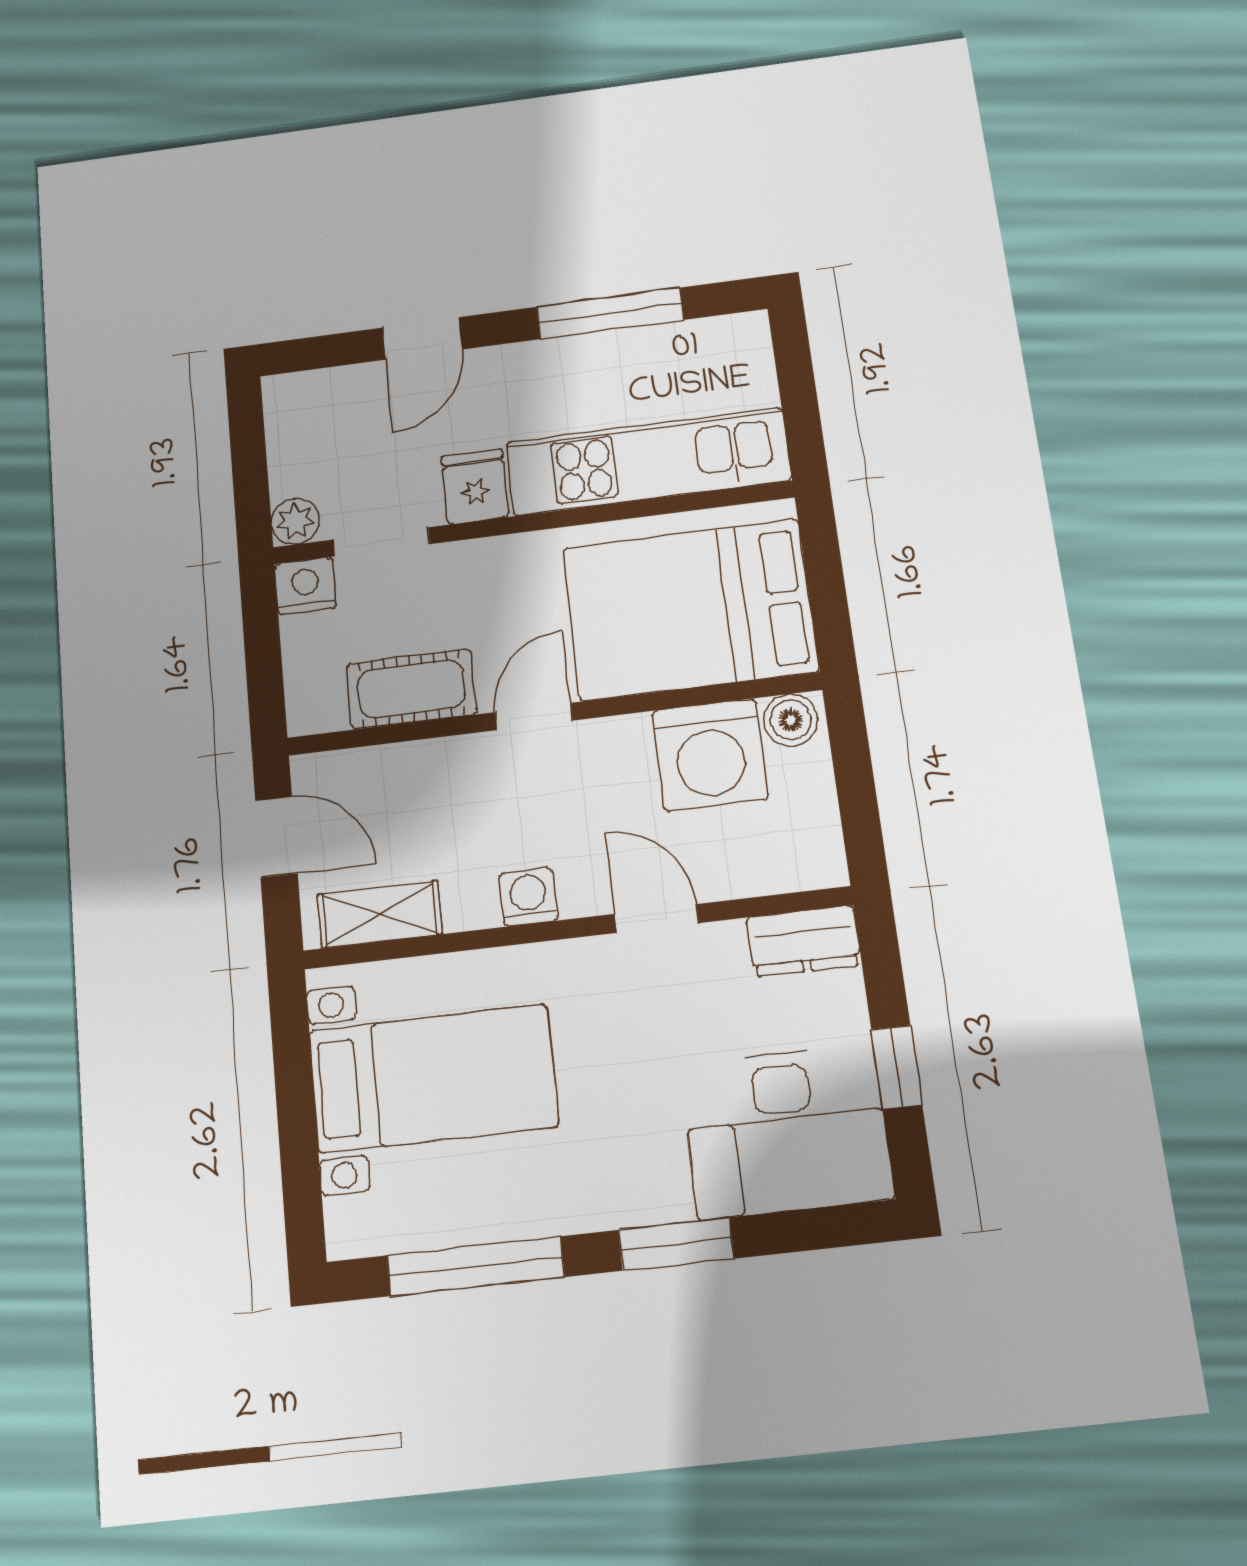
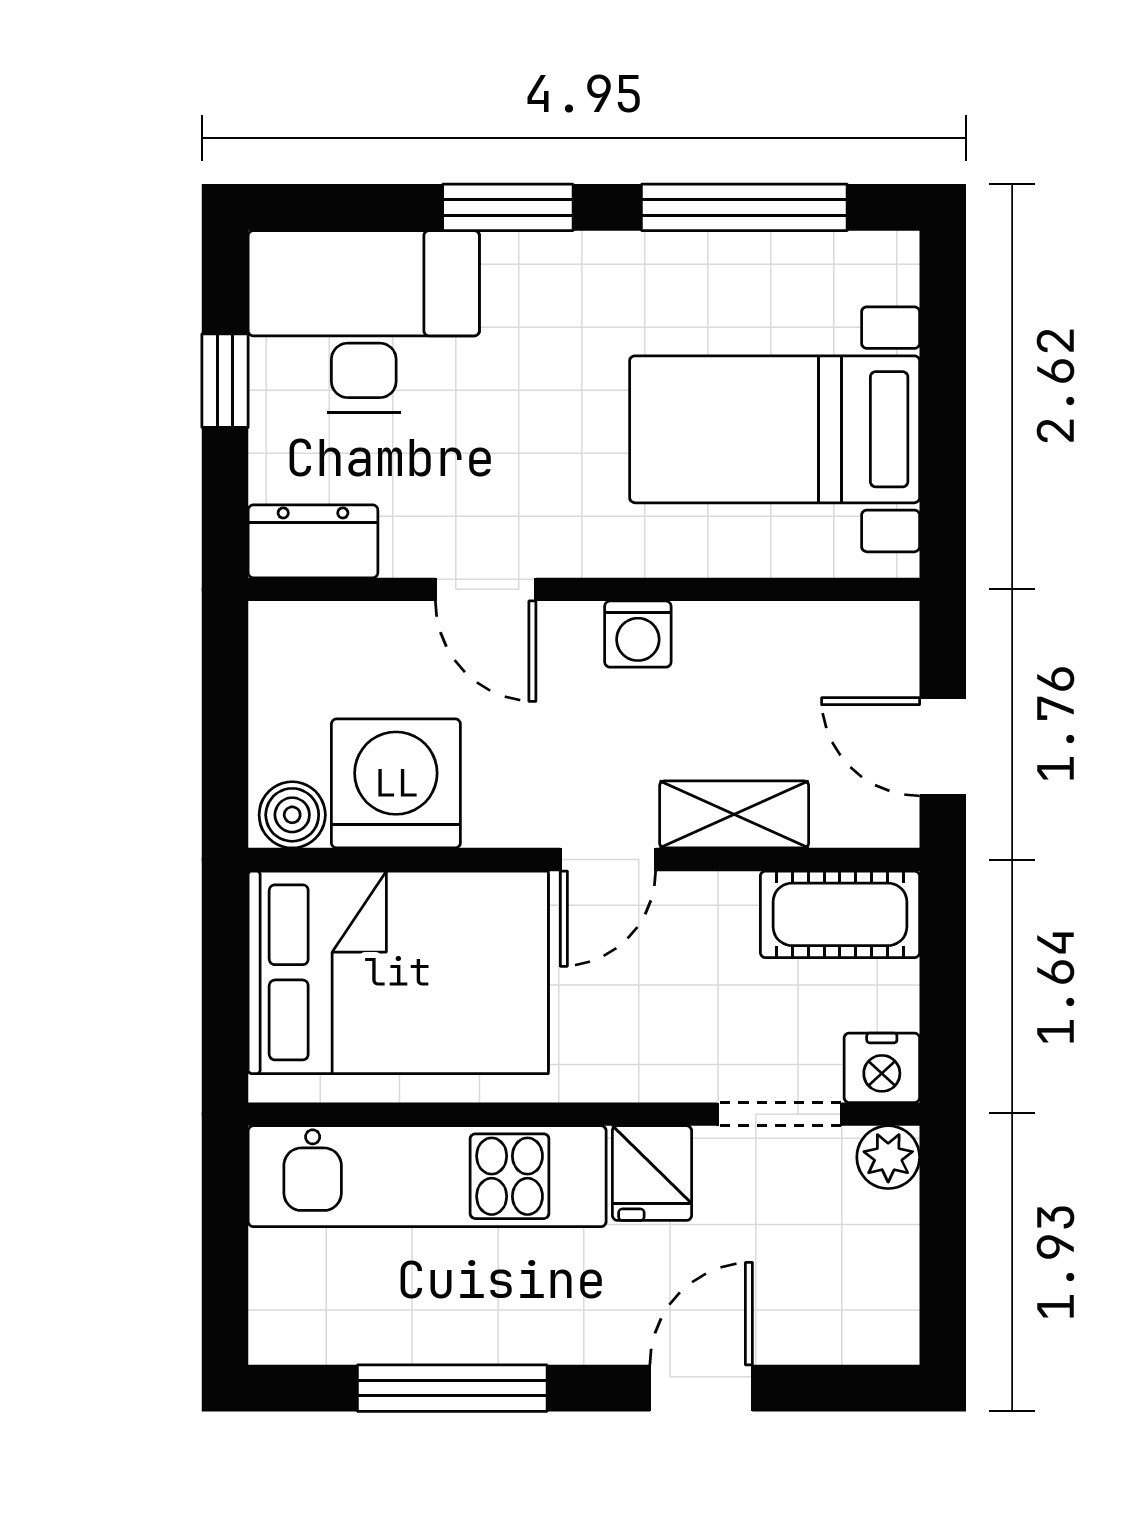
cot: (412, 689) -> (840, 914), moved
shelving: (380, 914) -> (734, 814), moved

